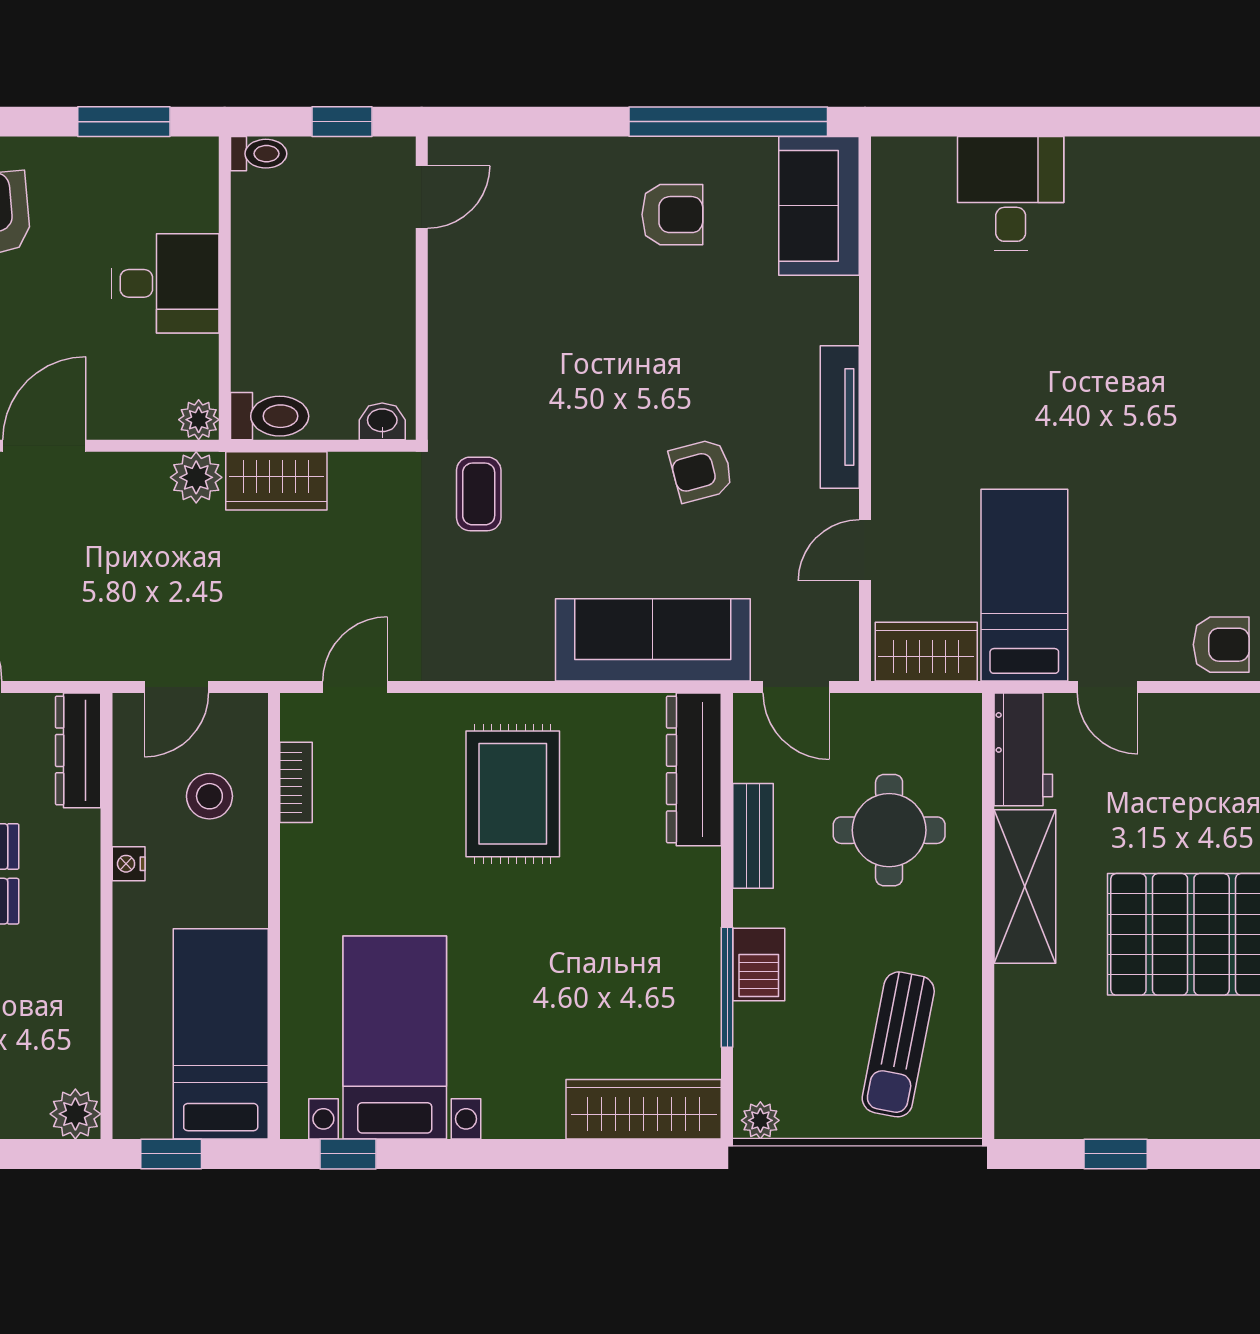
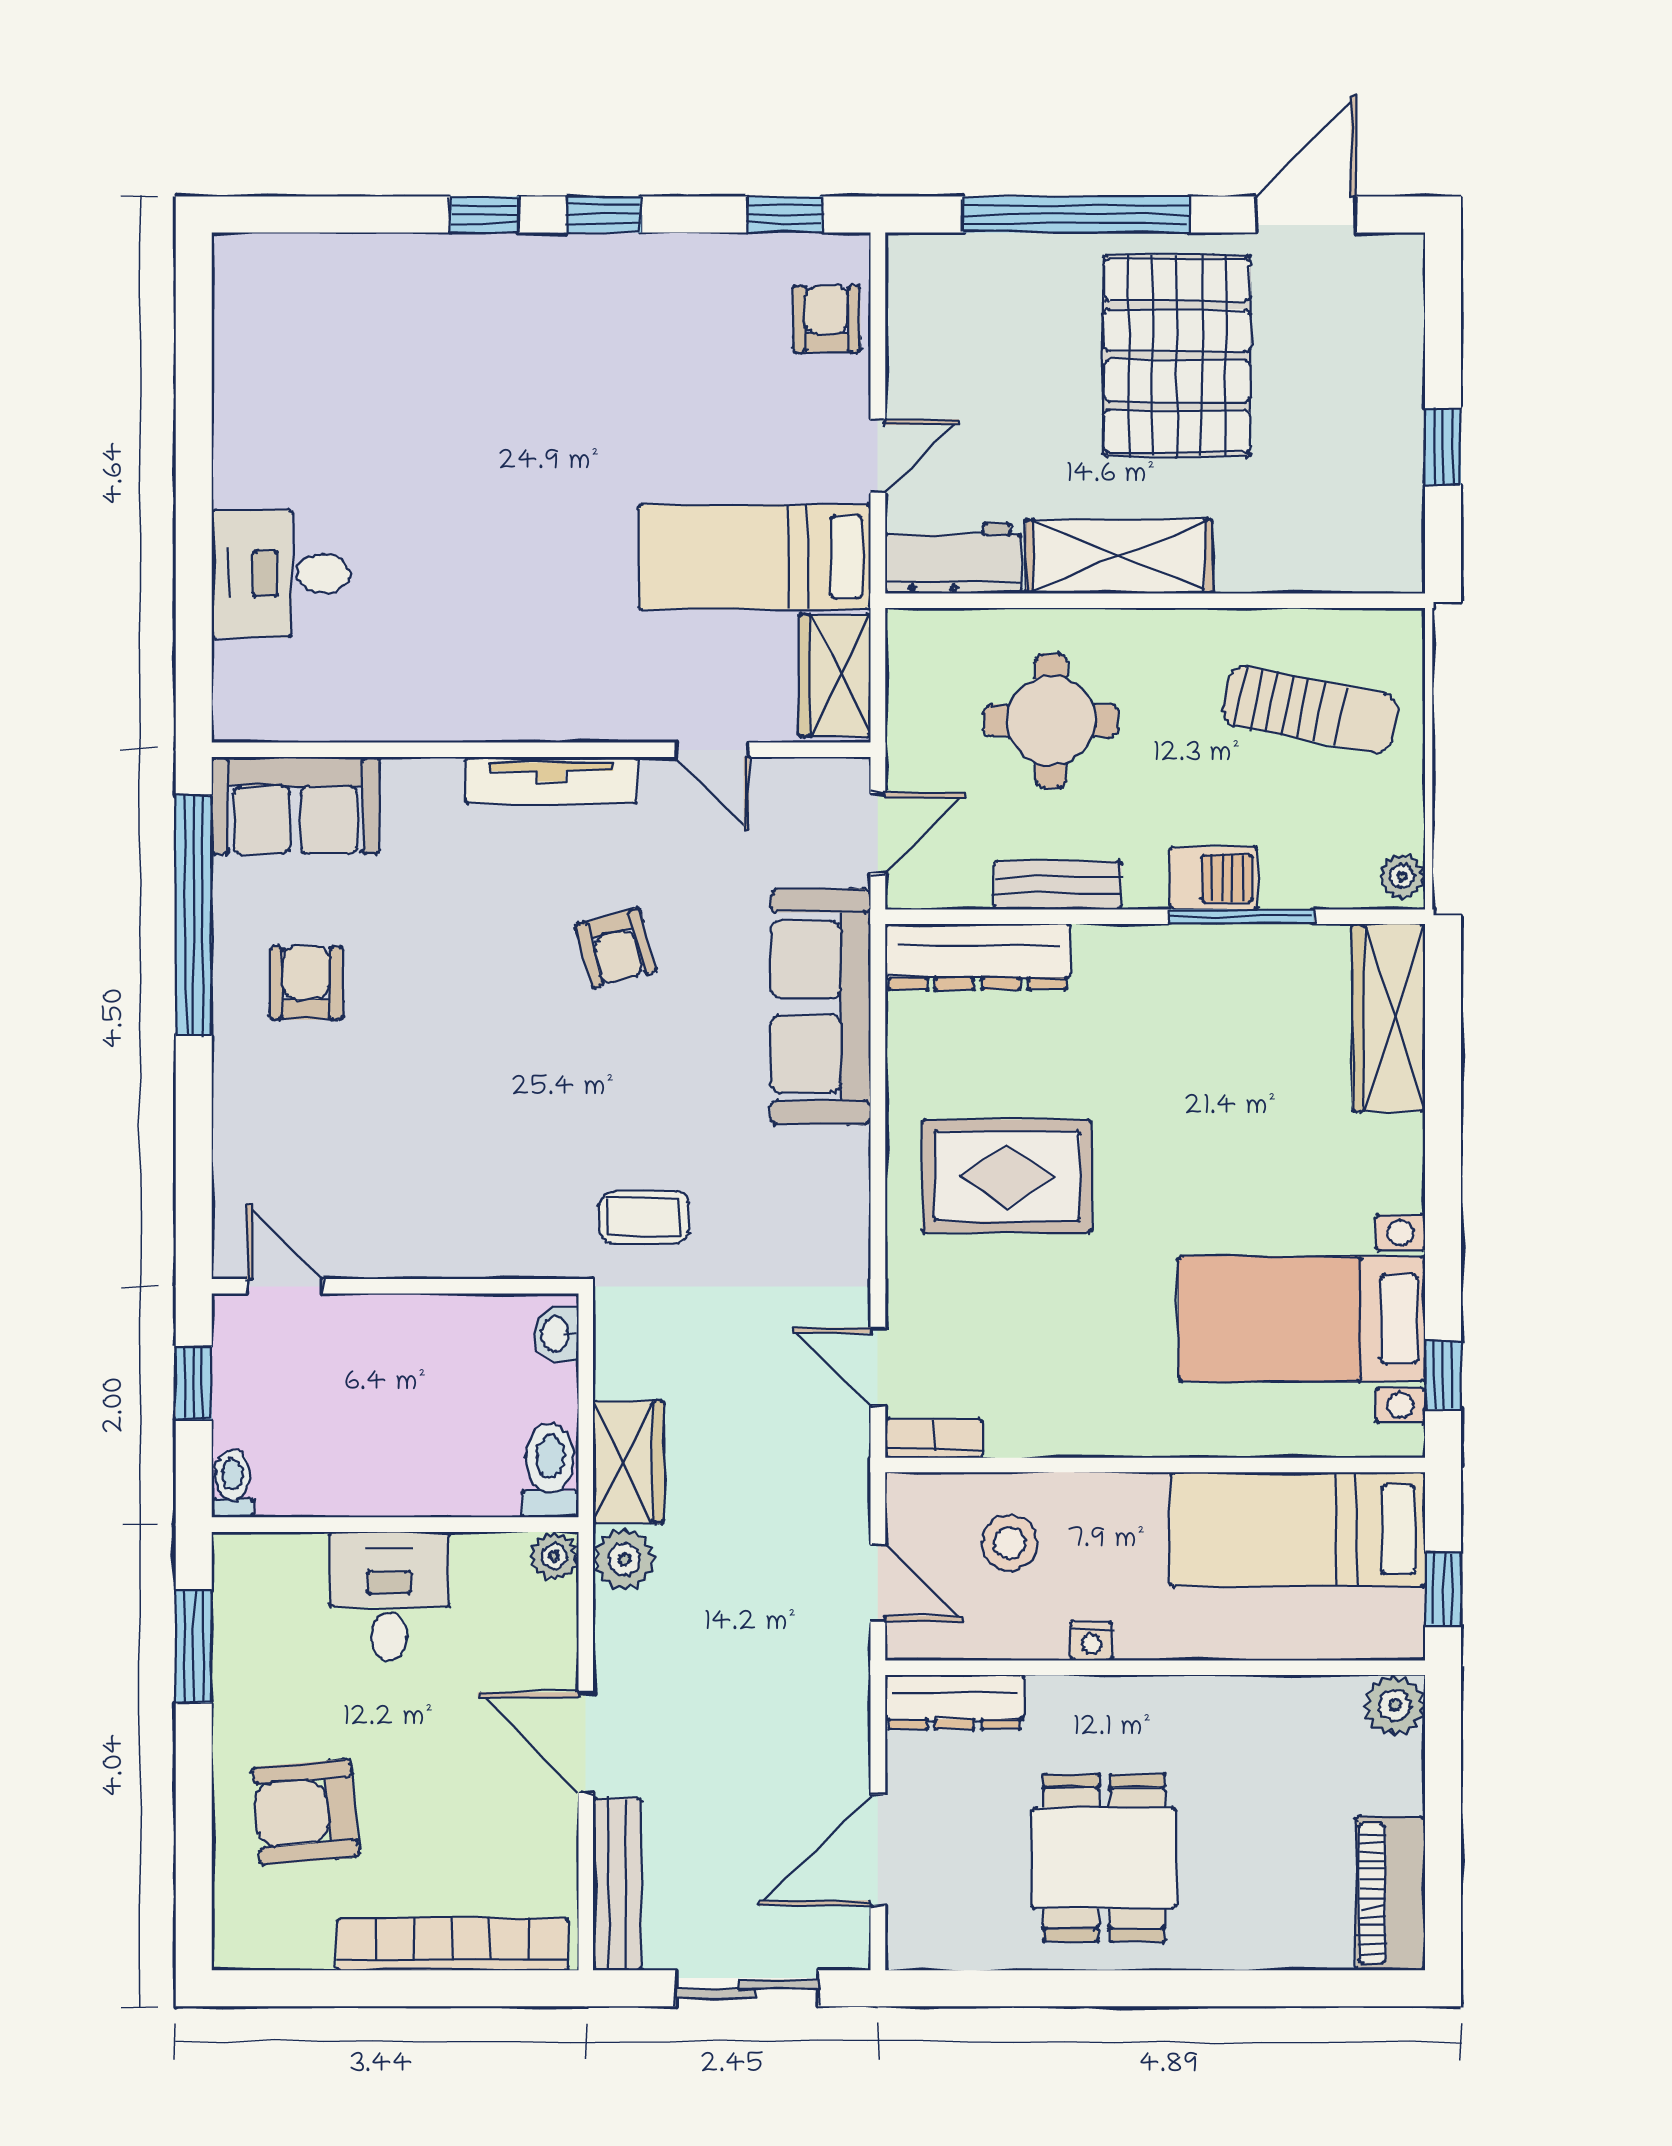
bookcase: (296, 782) -> (934, 1438), moved

